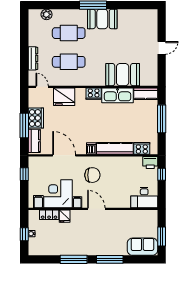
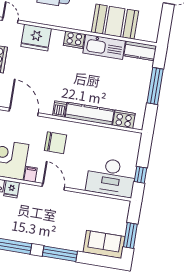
printer: (150, 162) -> (132, 139), removed
window: (162, 174) -> (140, 175), moved
desk: (144, 197) -> (111, 177), width x1.36, depth x1.30

